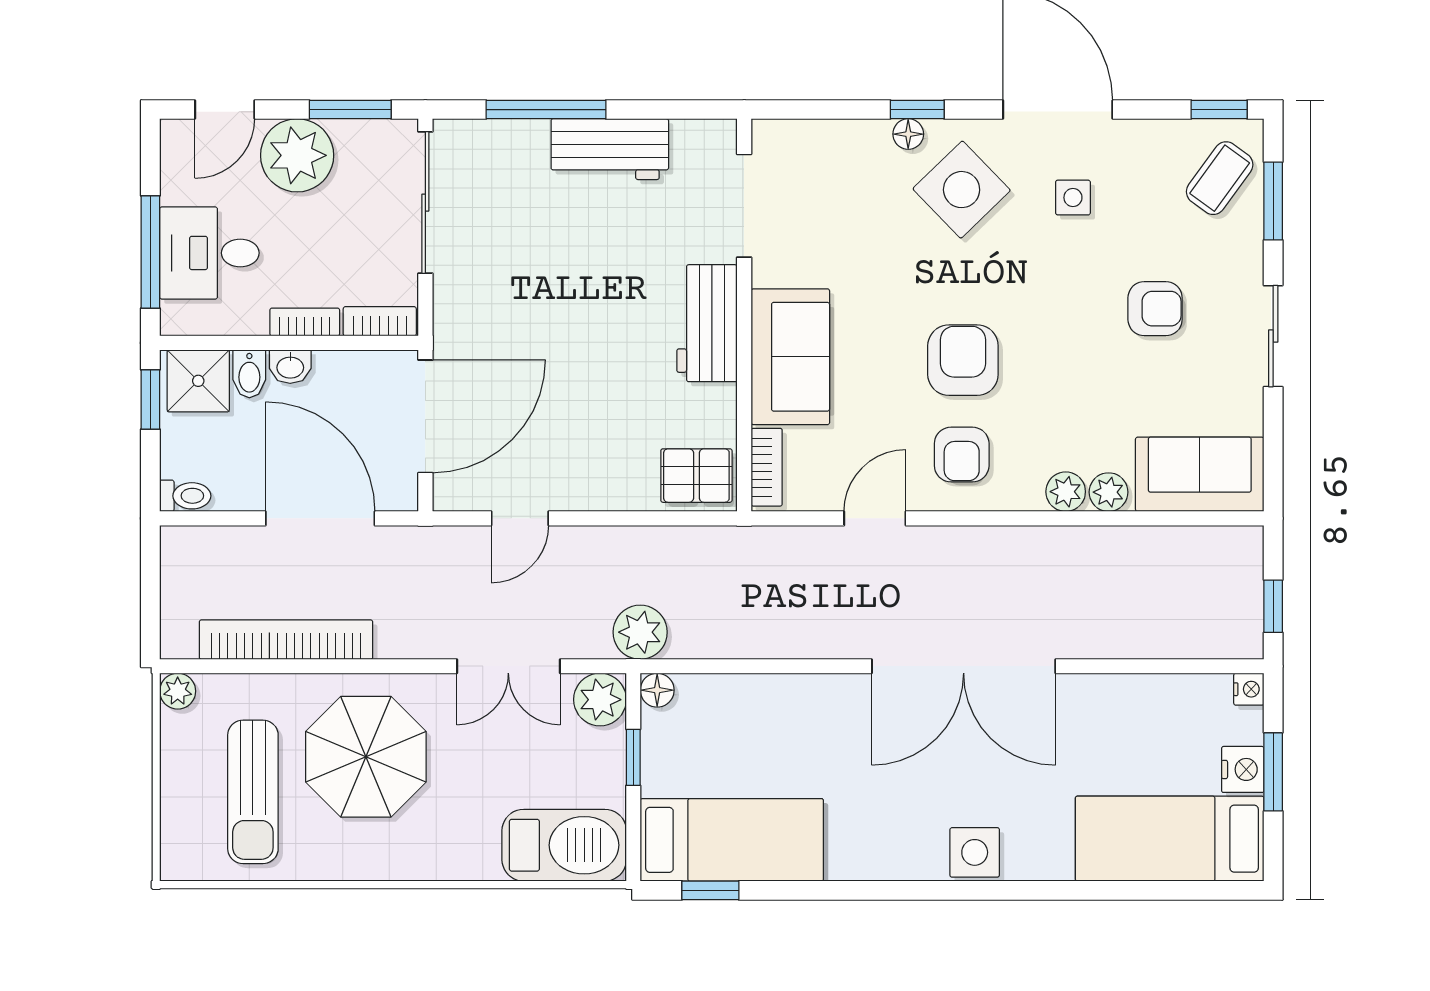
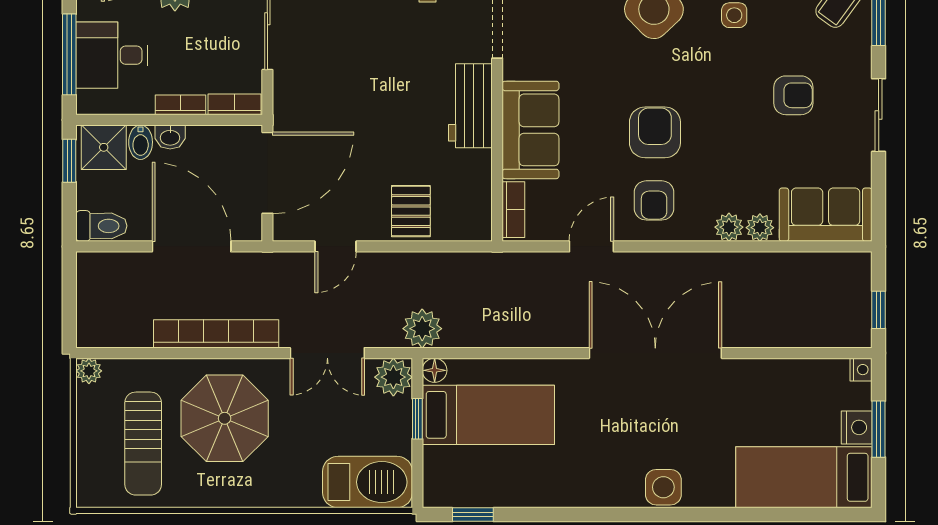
pallet: (696, 476) -> (411, 211), moved, turned 90
toilet: (185, 496) -> (101, 226), width x1.37, depth x1.39
bookcase: (286, 640) -> (216, 334), moved
double door: (964, 666) -> (655, 353), swing flipped
bed: (732, 840) -> (488, 415), moved

